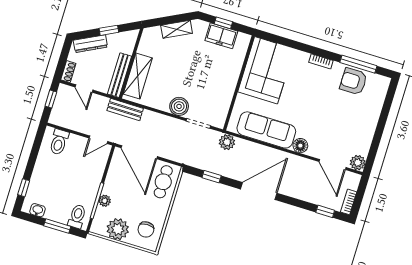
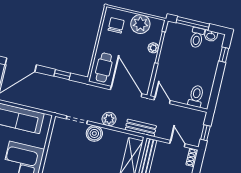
door: (98, 140) -> (162, 100), hinge flipped
plant: (227, 142) -> (109, 119), moved
toilet: (77, 216) -> (197, 38), moved
window: (57, 226) -> (193, 23), width x1.44

